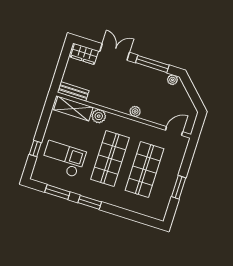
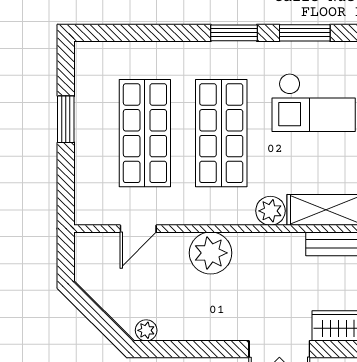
window: (152, 64) -> (196, 349), removed
plant: (135, 111) -> (211, 253), width x1.88, depth x1.88
door: (174, 131) -> (138, 229), moved

